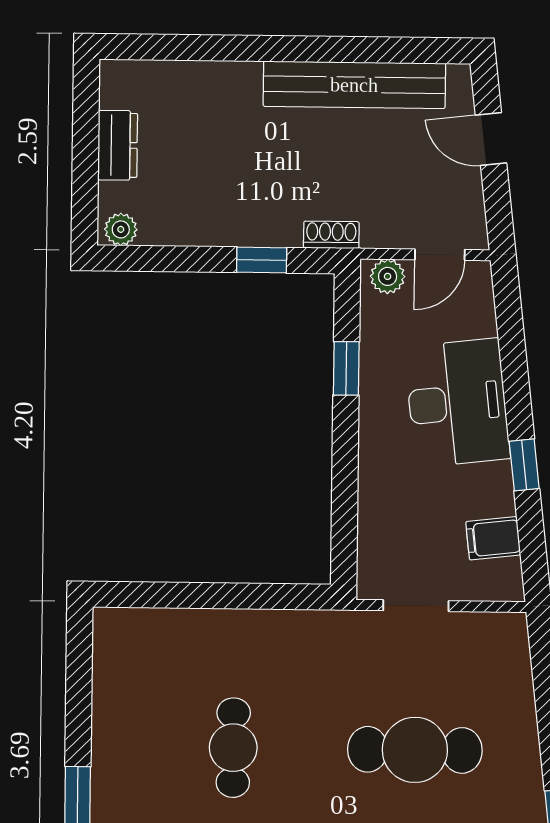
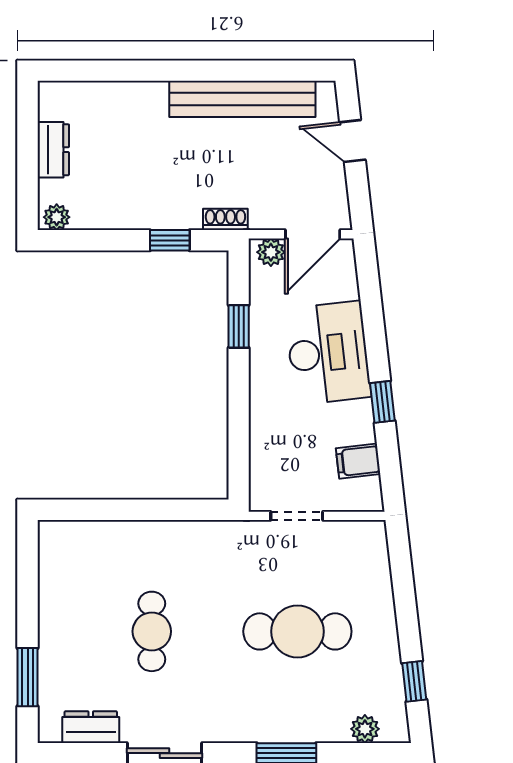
door: (440, 255) -> (313, 234), width x1.37

